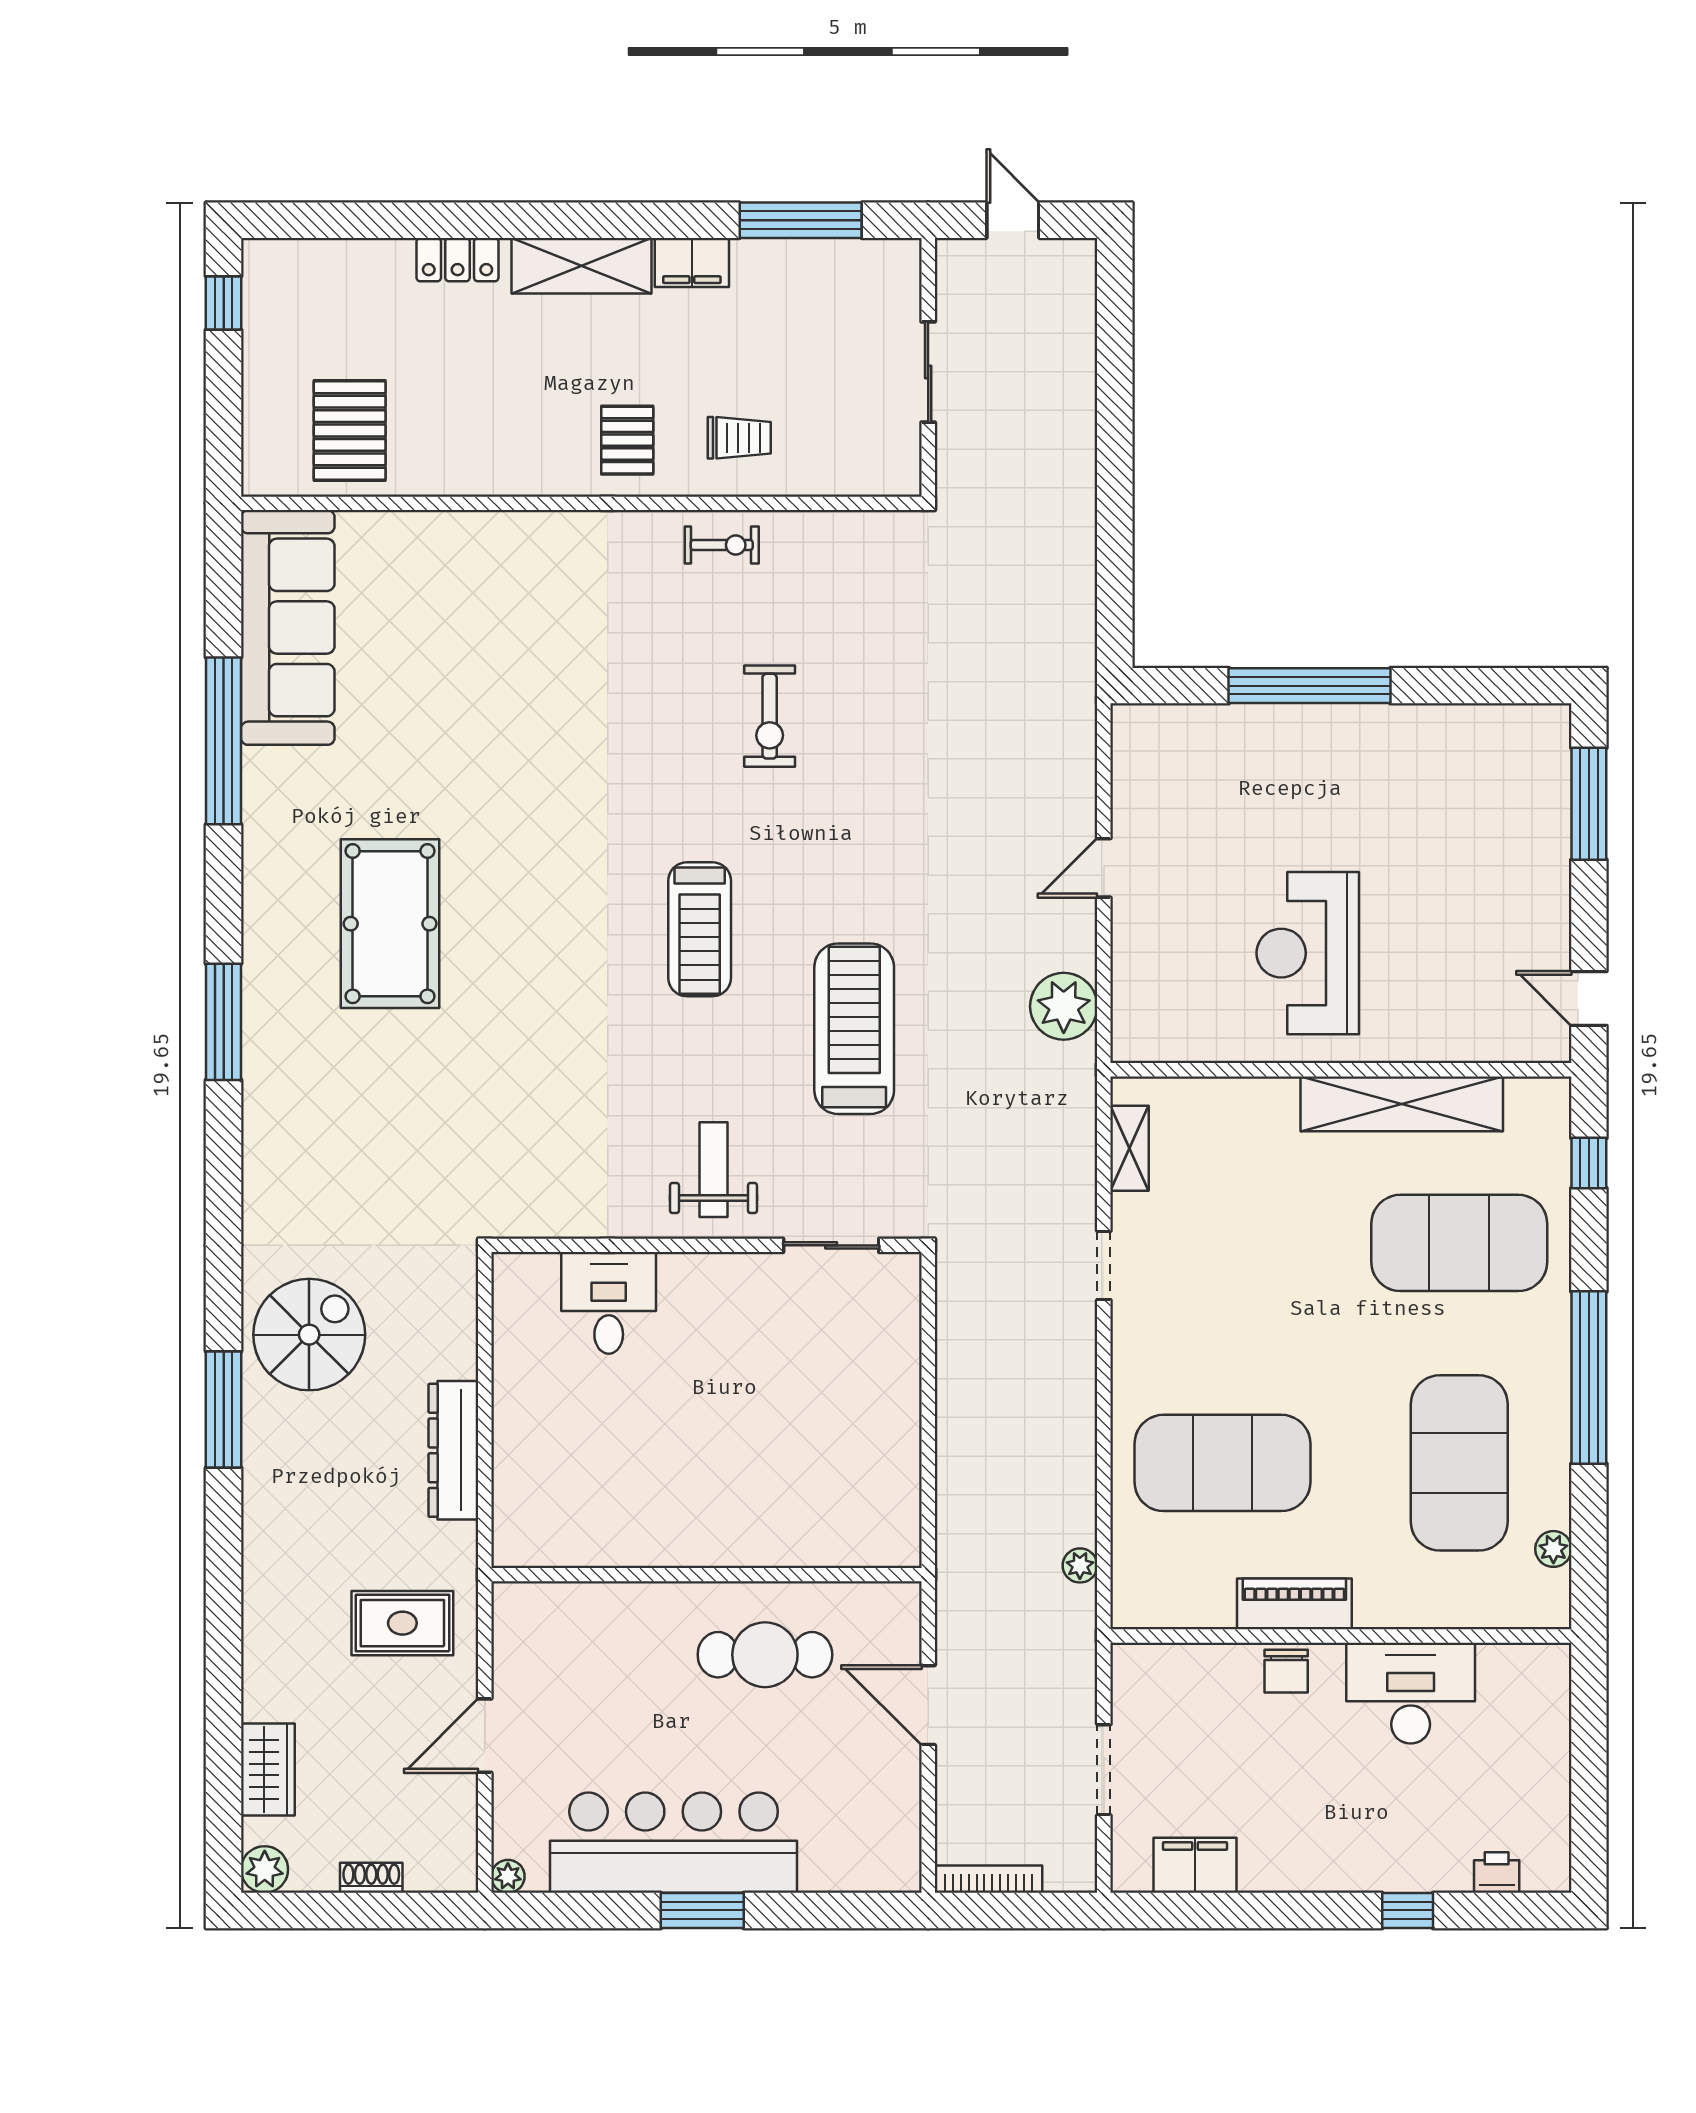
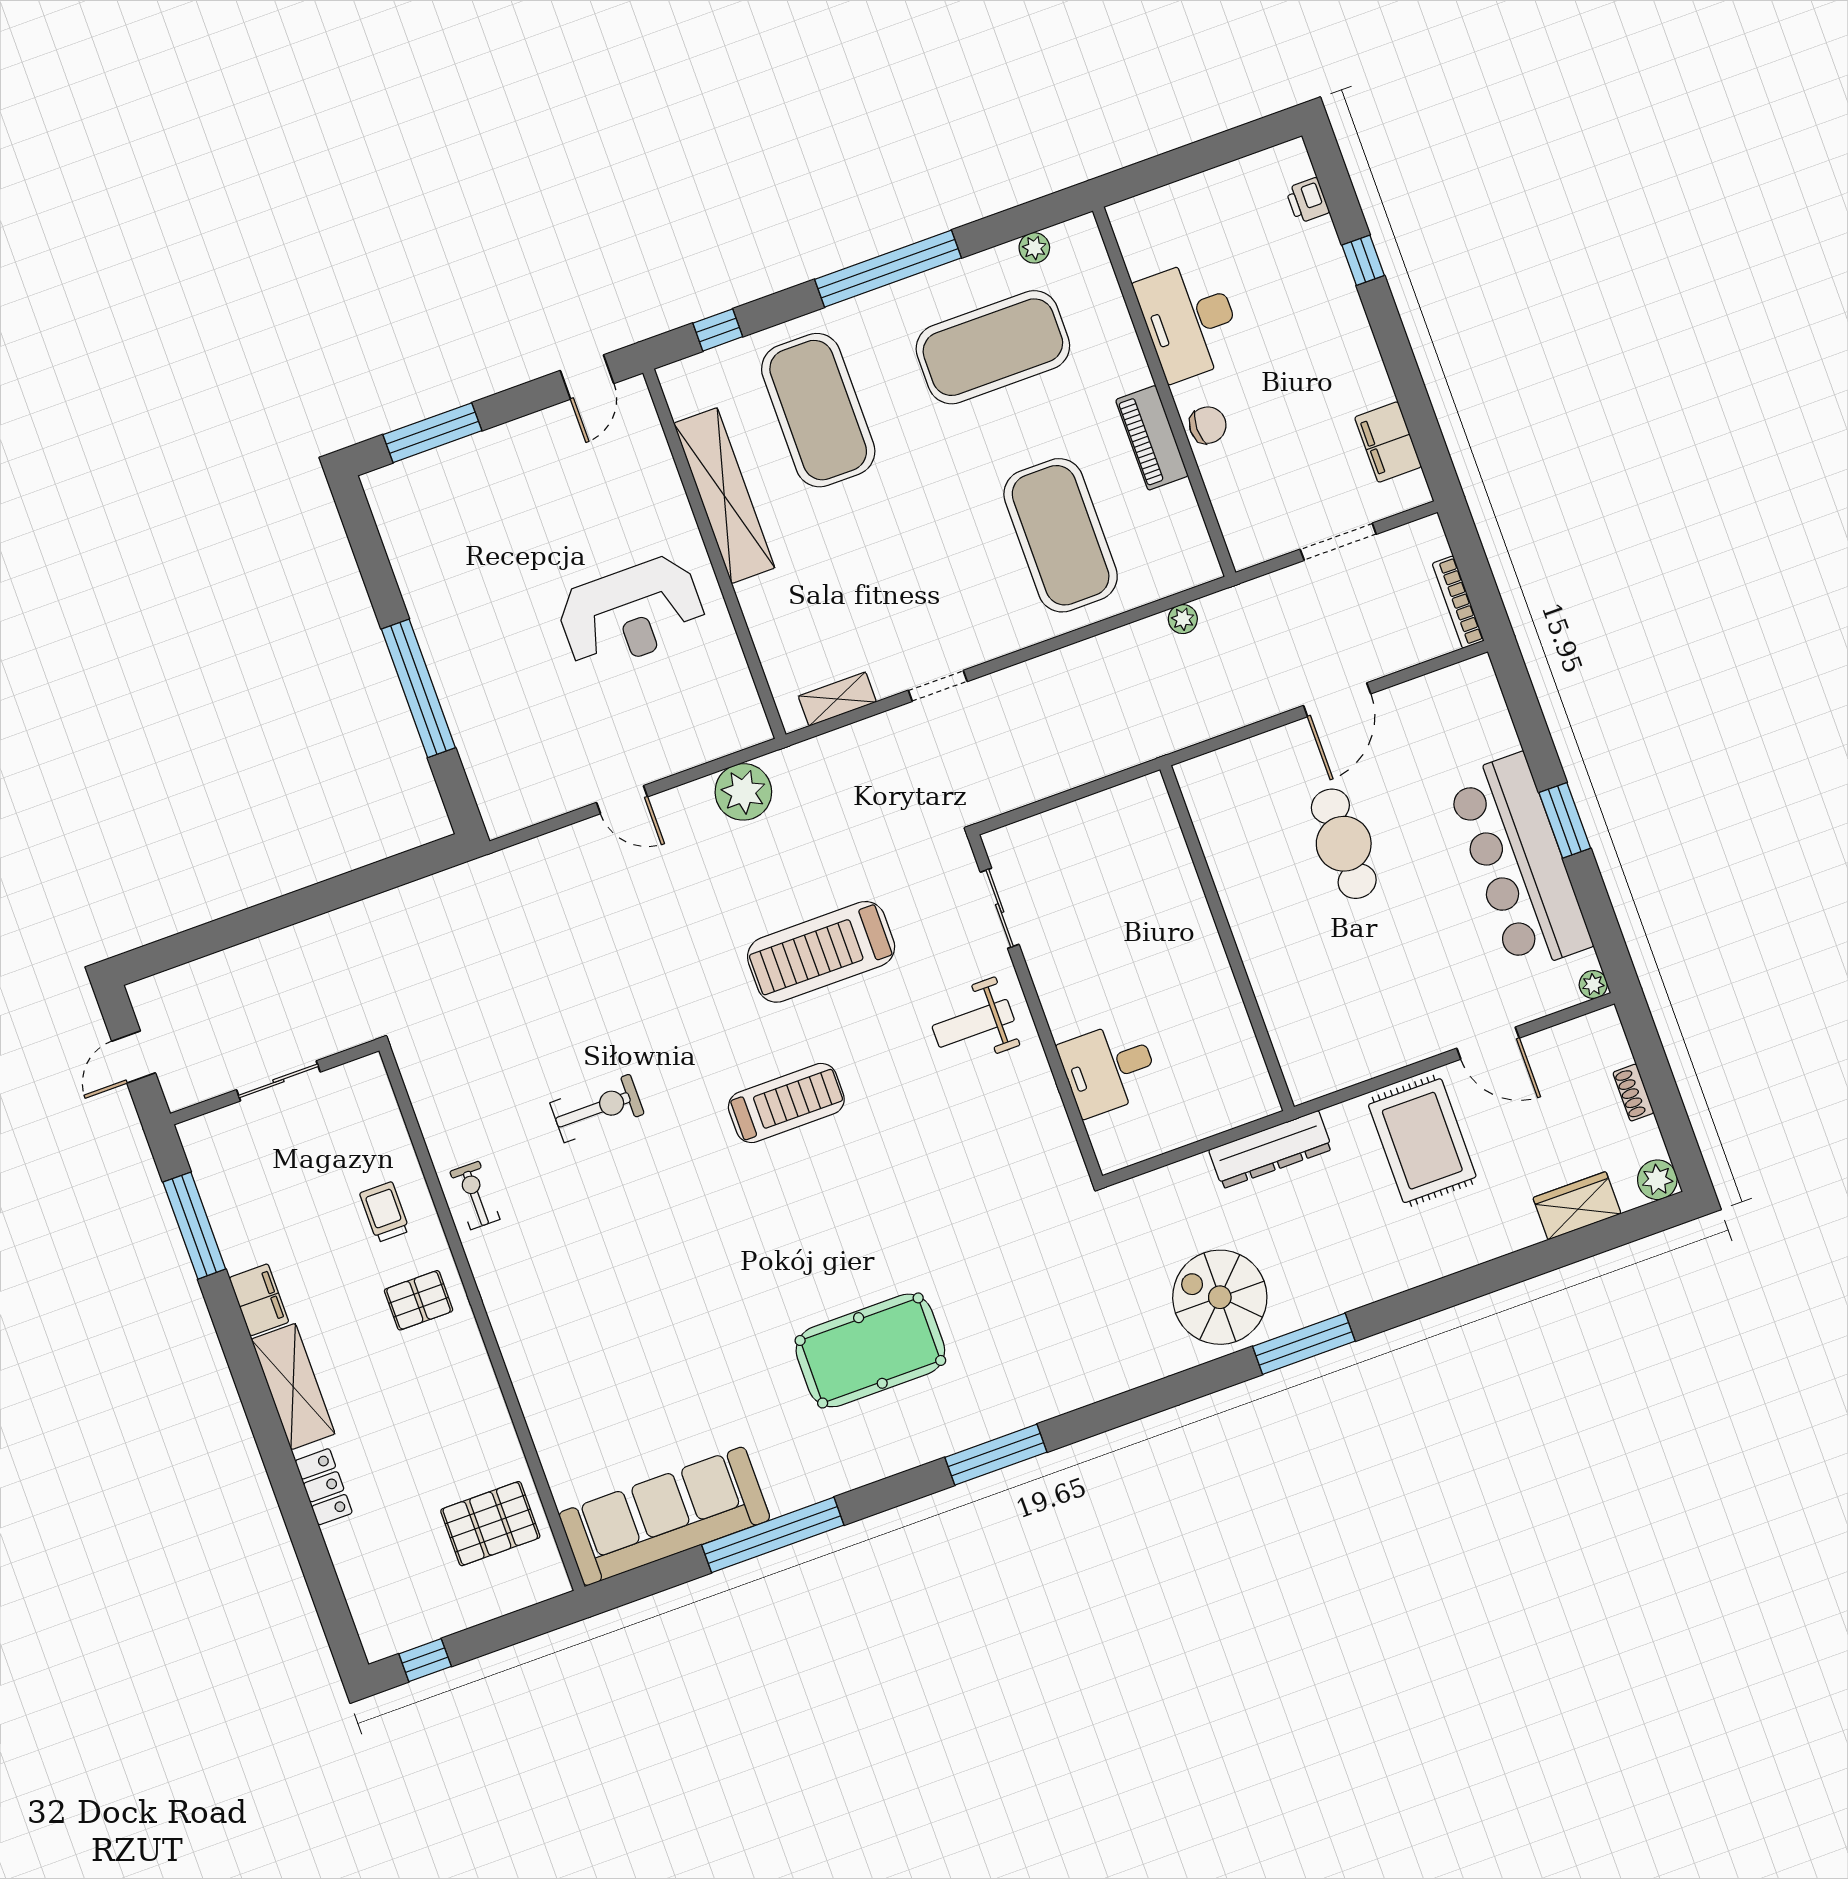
wall: (706, 1575) -> (1227, 938), moved
rug: (402, 1623) -> (1422, 1141), width x1.36, depth x1.43

